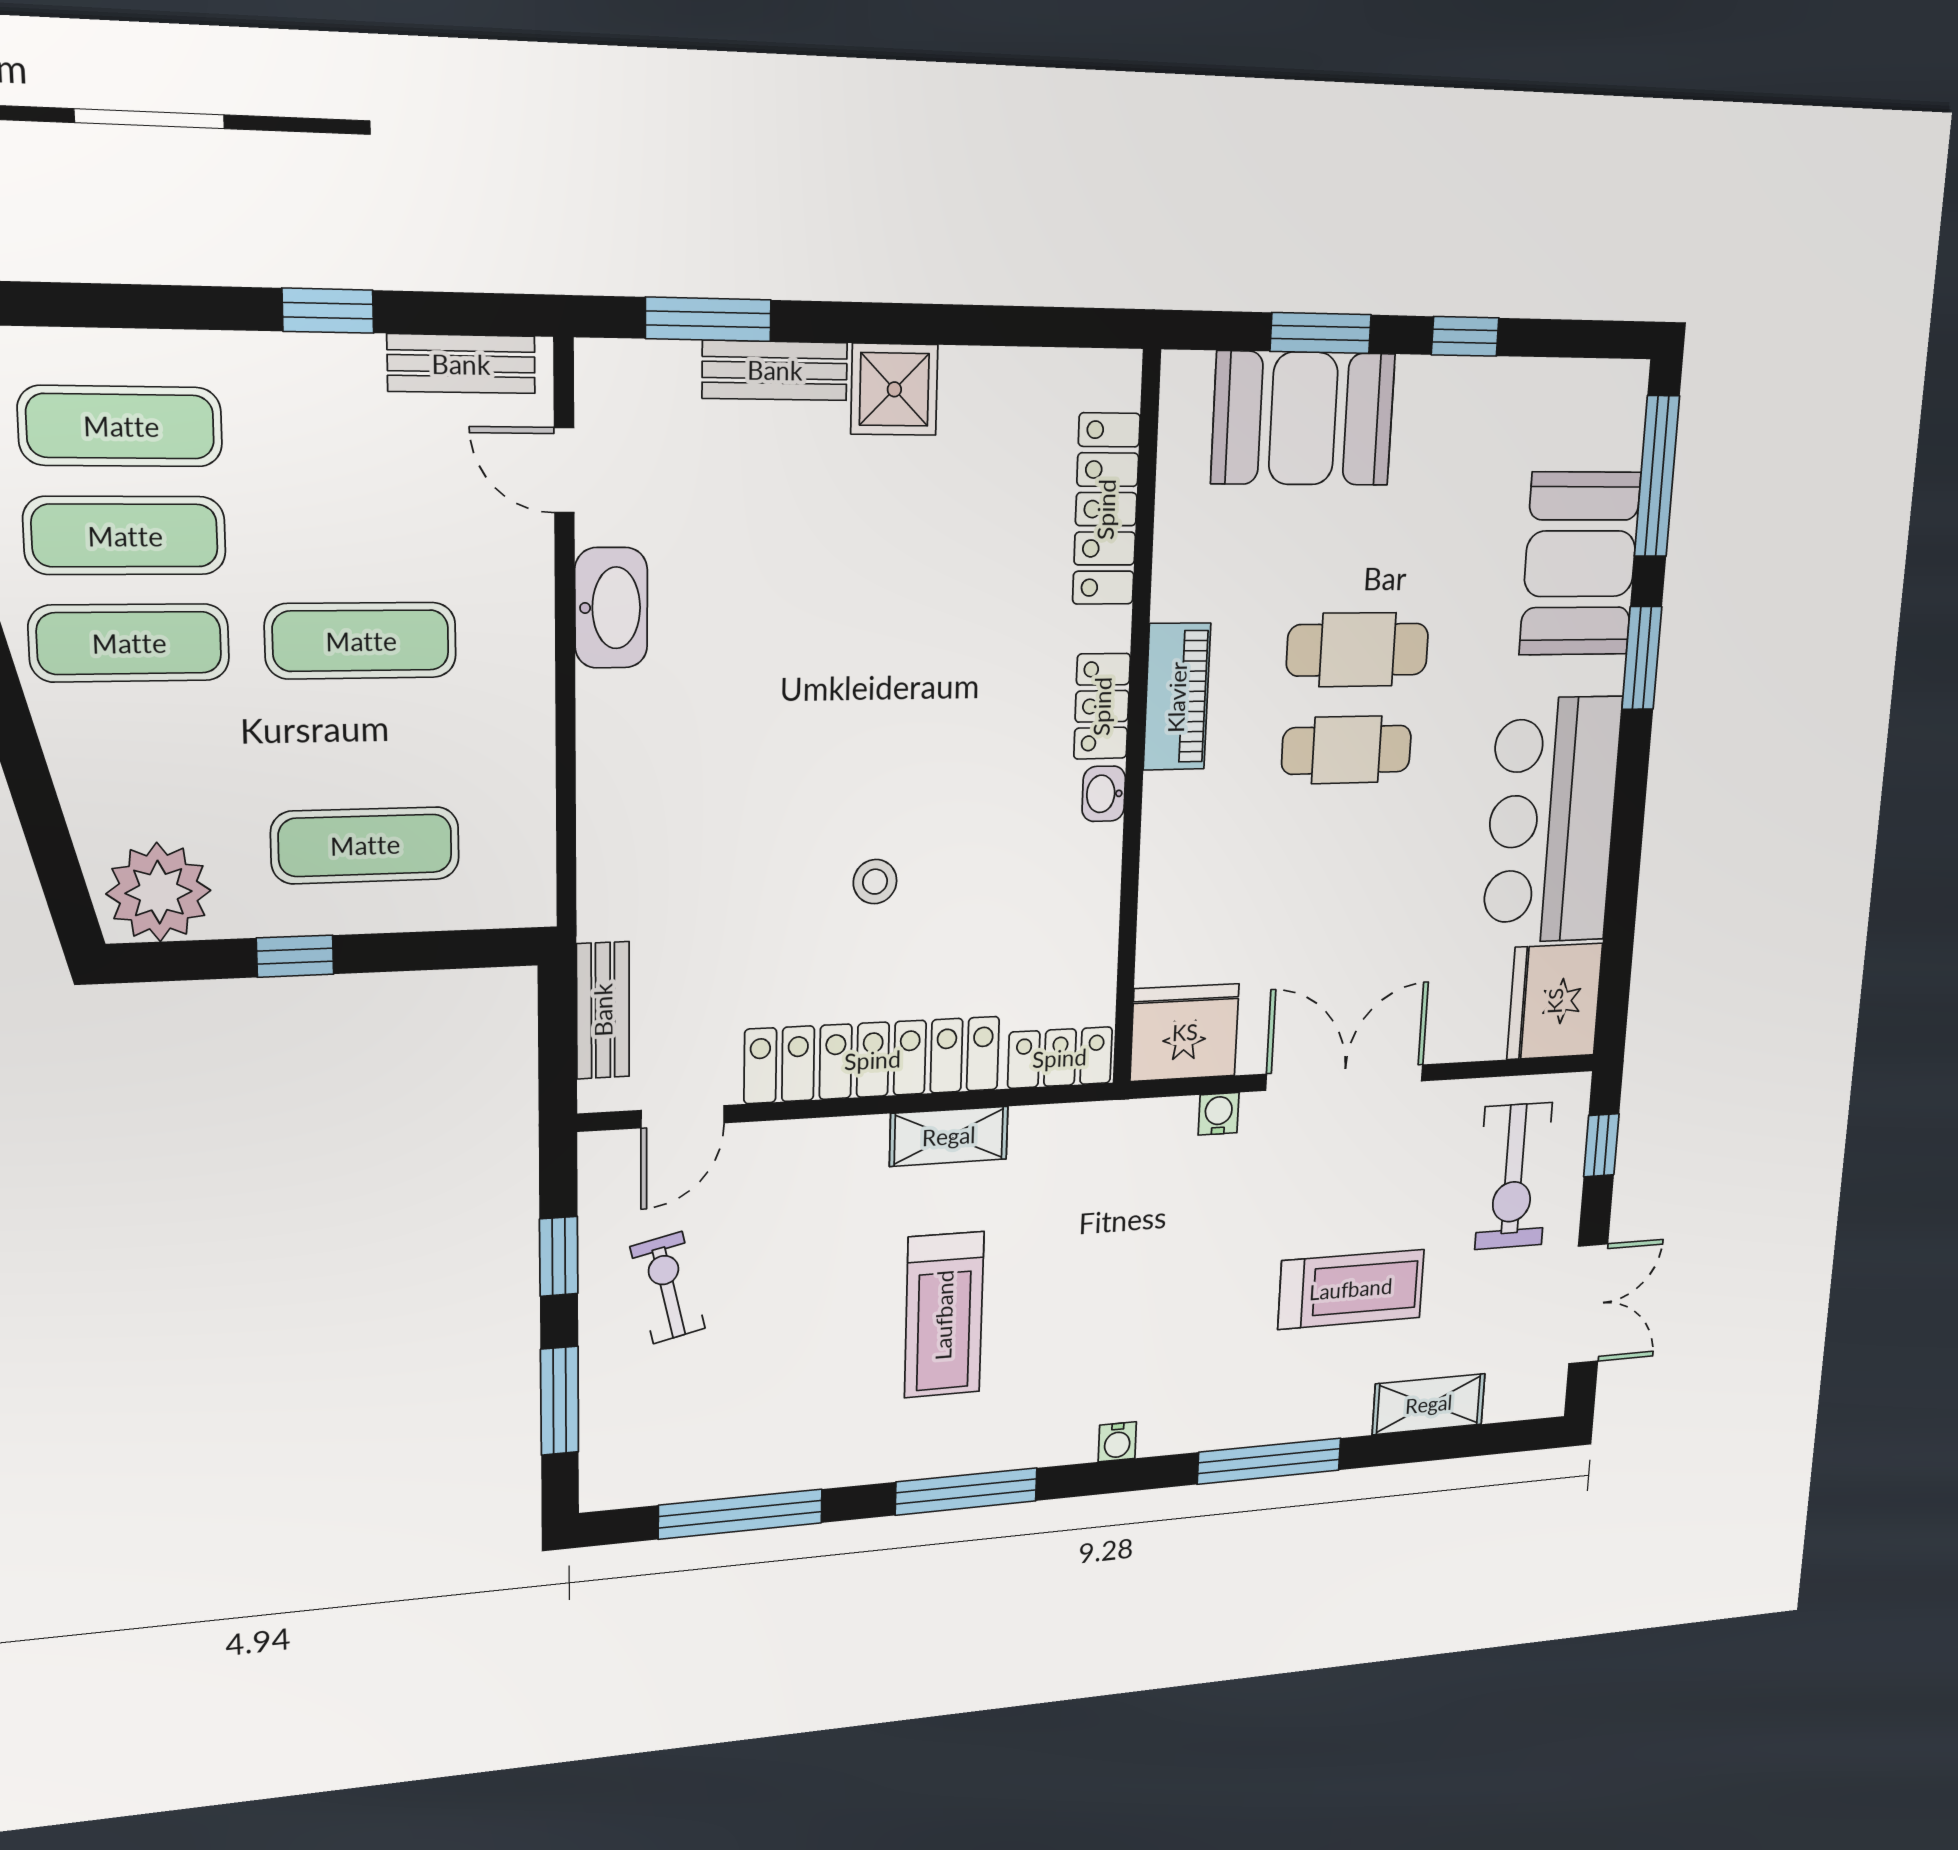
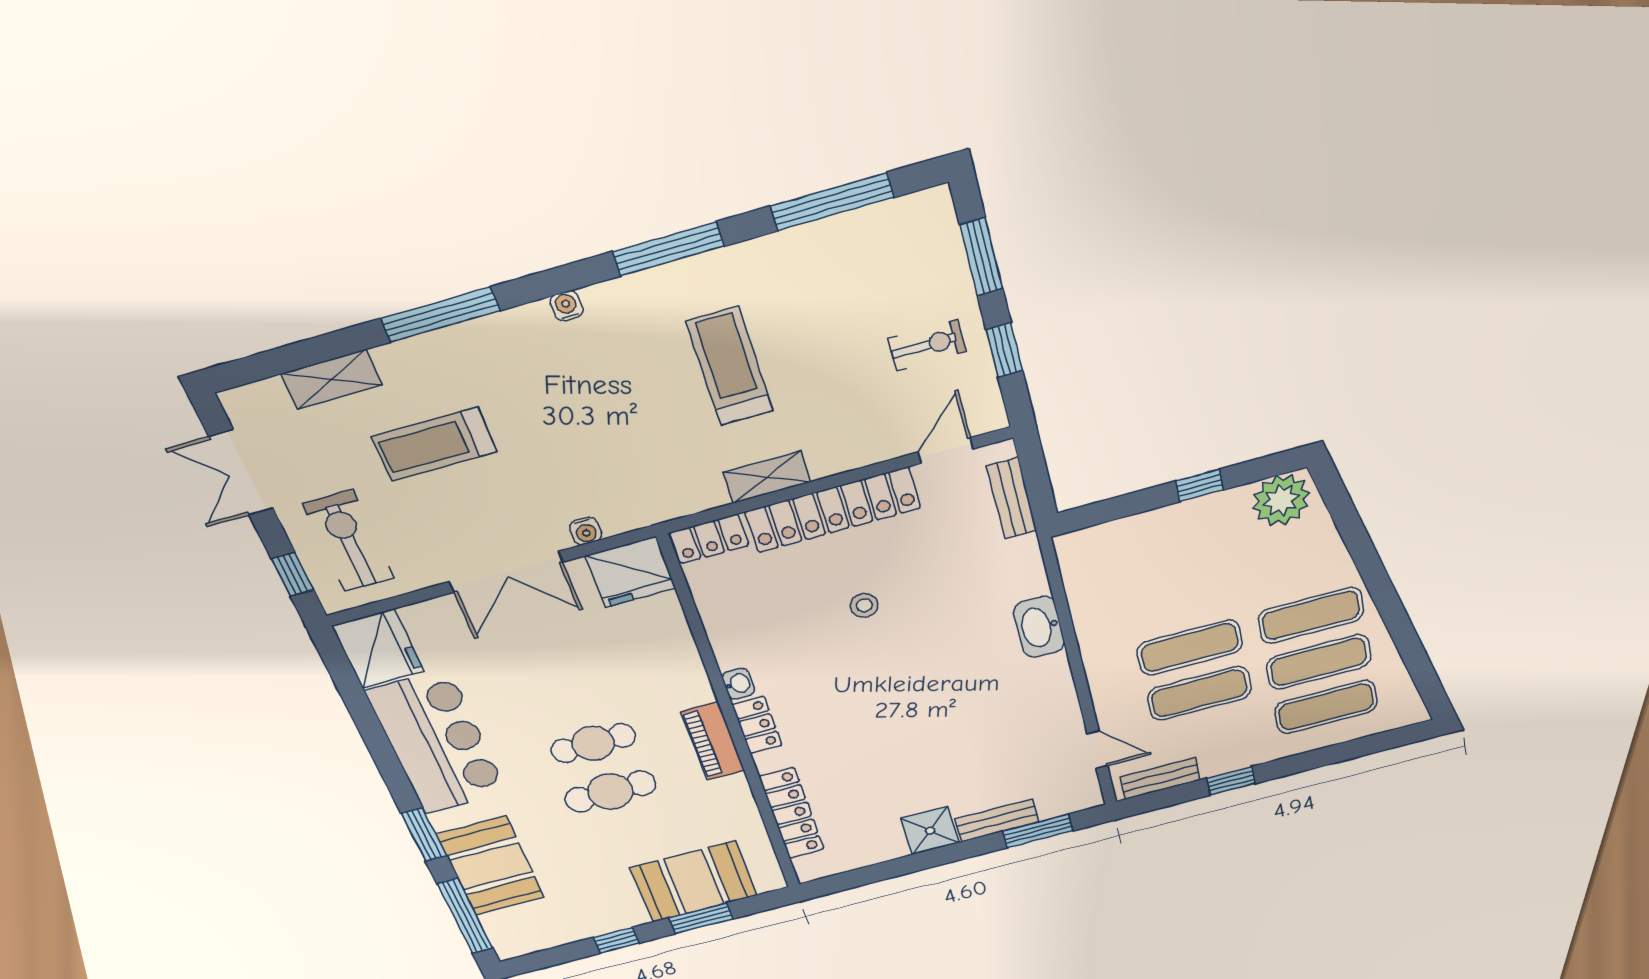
washbasin: (611, 608) -> (1039, 627), moved
exercise mat: (365, 845) -> (1199, 693), moved
exercise bike: (668, 1288) -> (927, 345), turned -77

